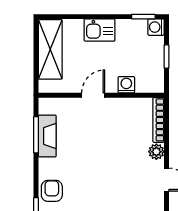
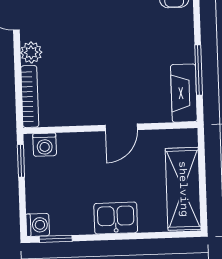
window: (167, 57) -> (21, 161), moved
washing machine: (126, 85) -> (45, 145), moved
fireplace: (47, 136) -> (184, 93), moved

